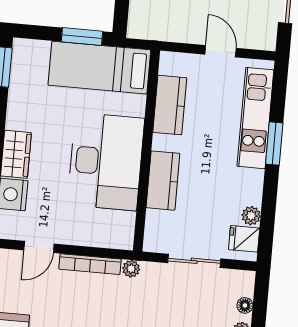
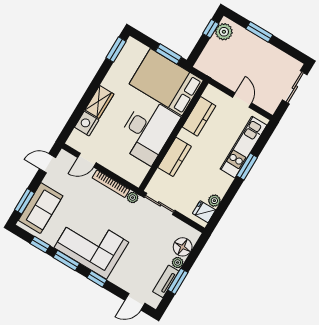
bed: (99, 68) -> (166, 82), width x1.50
sliding door: (194, 261) -> (160, 204), moved
floor lamp: (245, 305) -> (183, 247), width x1.89, depth x1.89

